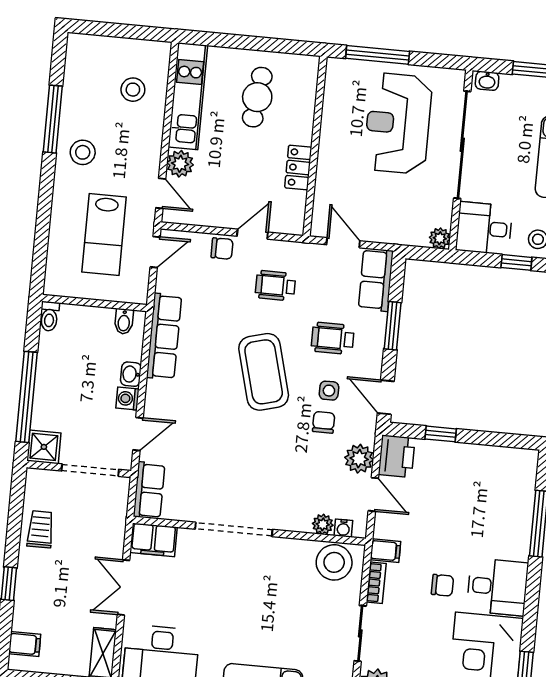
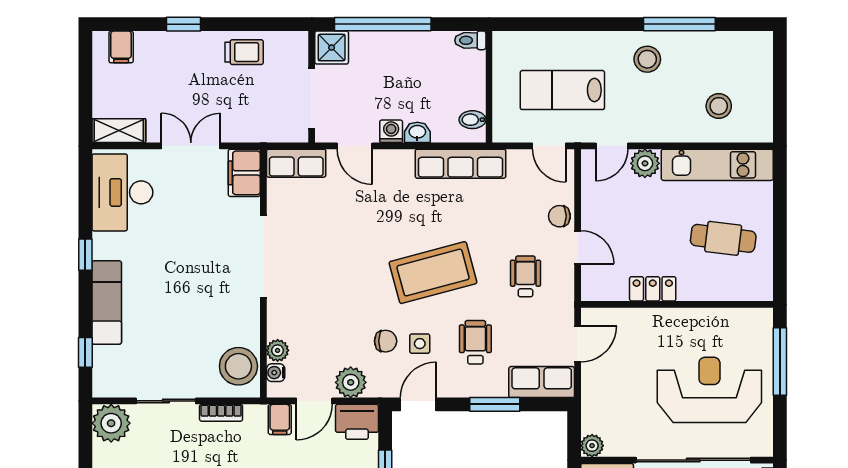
chair: (222, 249) -> (559, 216), turned 90
filing cabinet: (385, 551) -> (280, 419), moved

